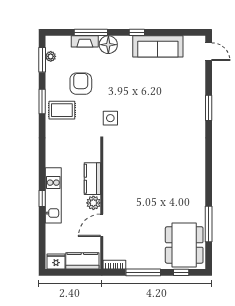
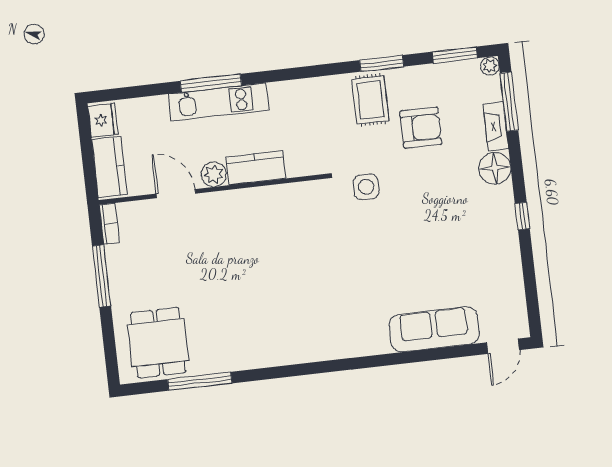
window: (91, 32) -> (509, 102), moved
sofa: (158, 46) -> (434, 329), moved, turned 90
plant: (51, 56) -> (490, 66), moved
window: (209, 108) -> (404, 358), removed
window: (42, 199) -> (211, 83), width x2.17
dining table: (184, 245) -> (158, 343), width x0.73
window: (181, 272) -> (109, 343), removed

